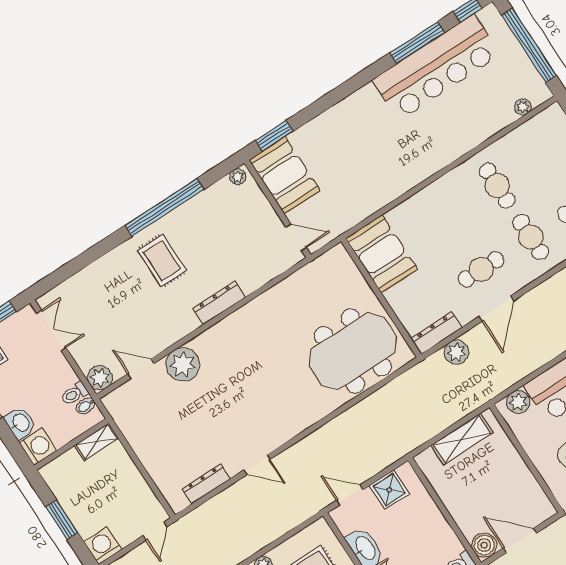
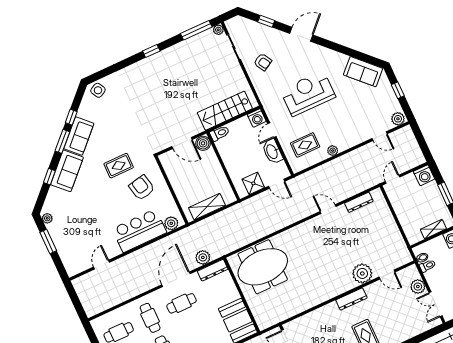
dresser: (219, 303) -> (351, 299), moved
door: (496, 309) -> (176, 279), width x1.36
plant: (100, 378) -> (418, 287), moved
shelving: (97, 442) -> (433, 229), moved

